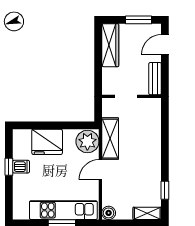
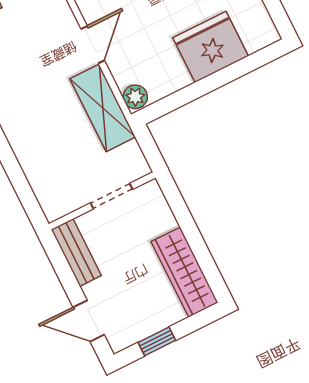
window: (139, 20) -> (157, 341), width x0.67
door: (165, 45) -> (89, 321), swing flipped
plant: (87, 141) -> (135, 97), width x0.53, depth x0.53

